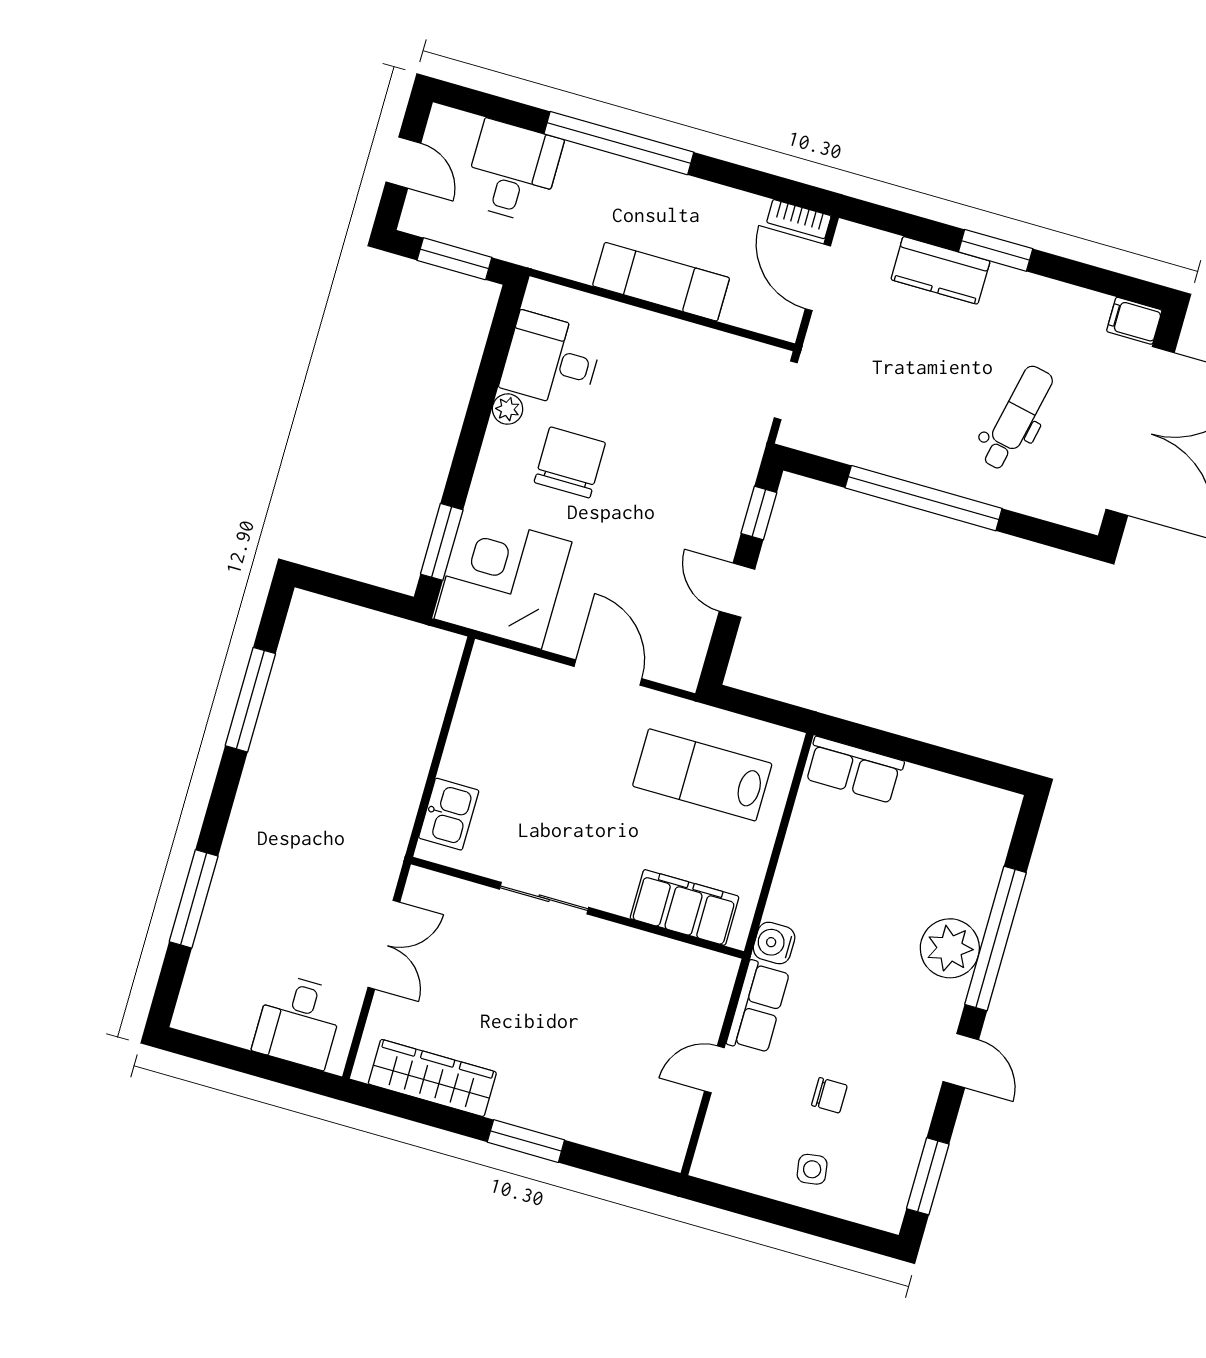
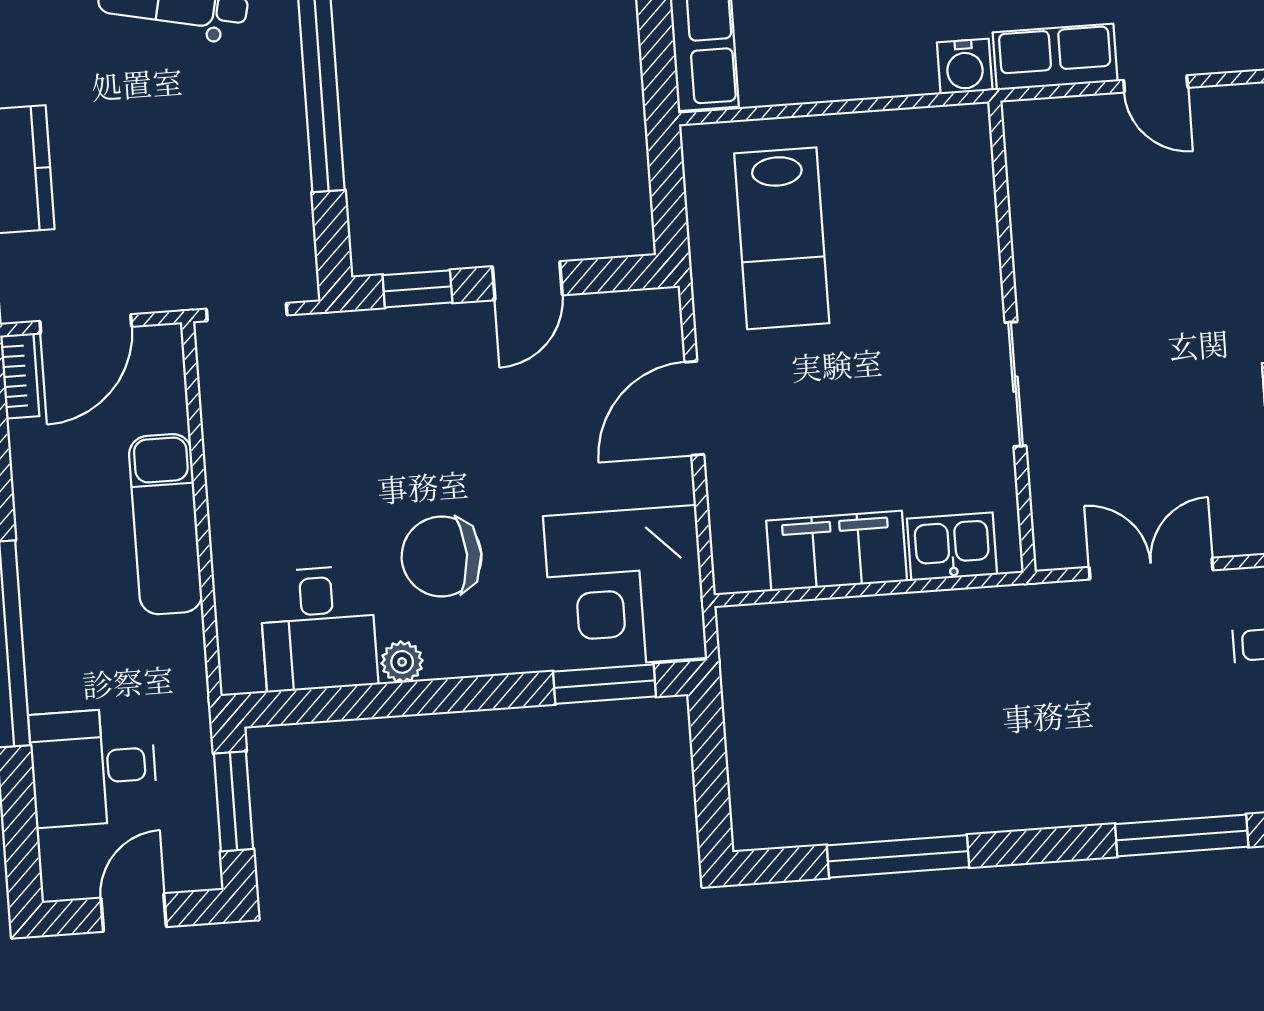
filing cabinet: (685, 907) -> (837, 551), moved, turned 90

